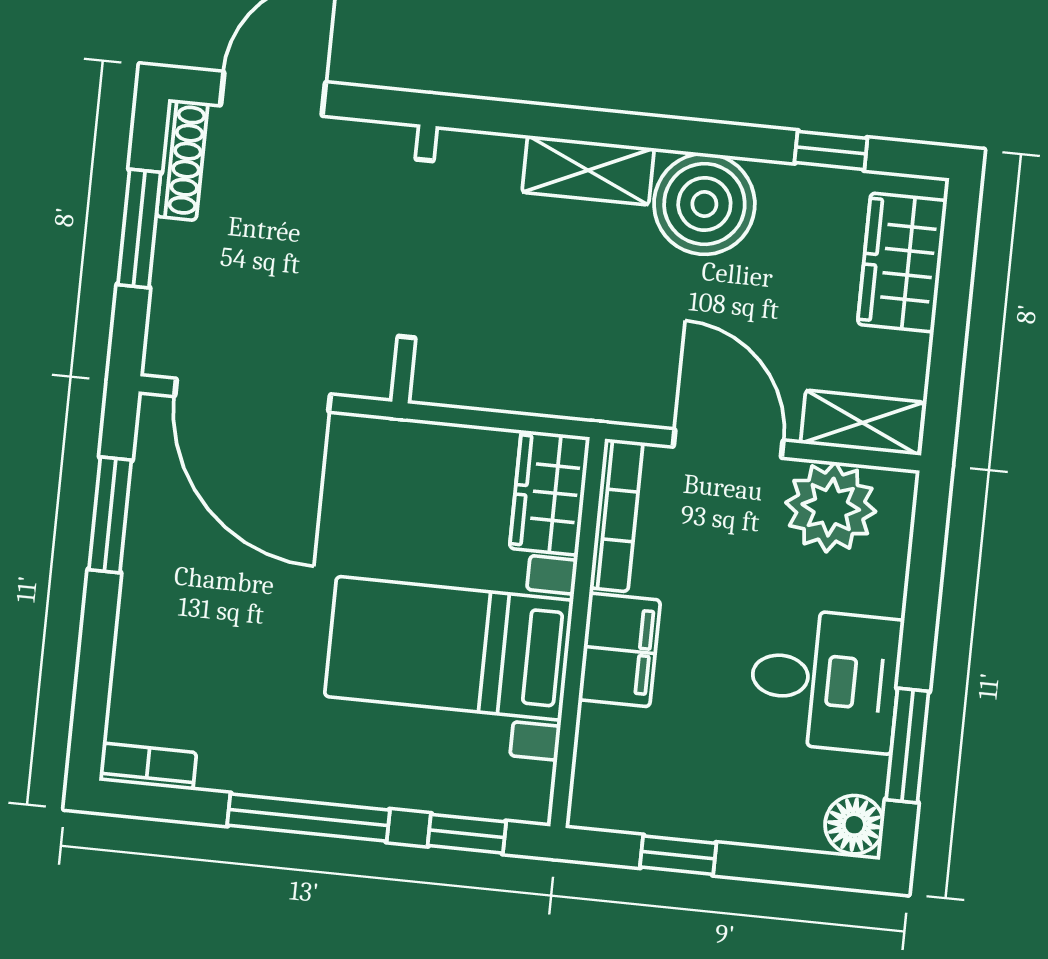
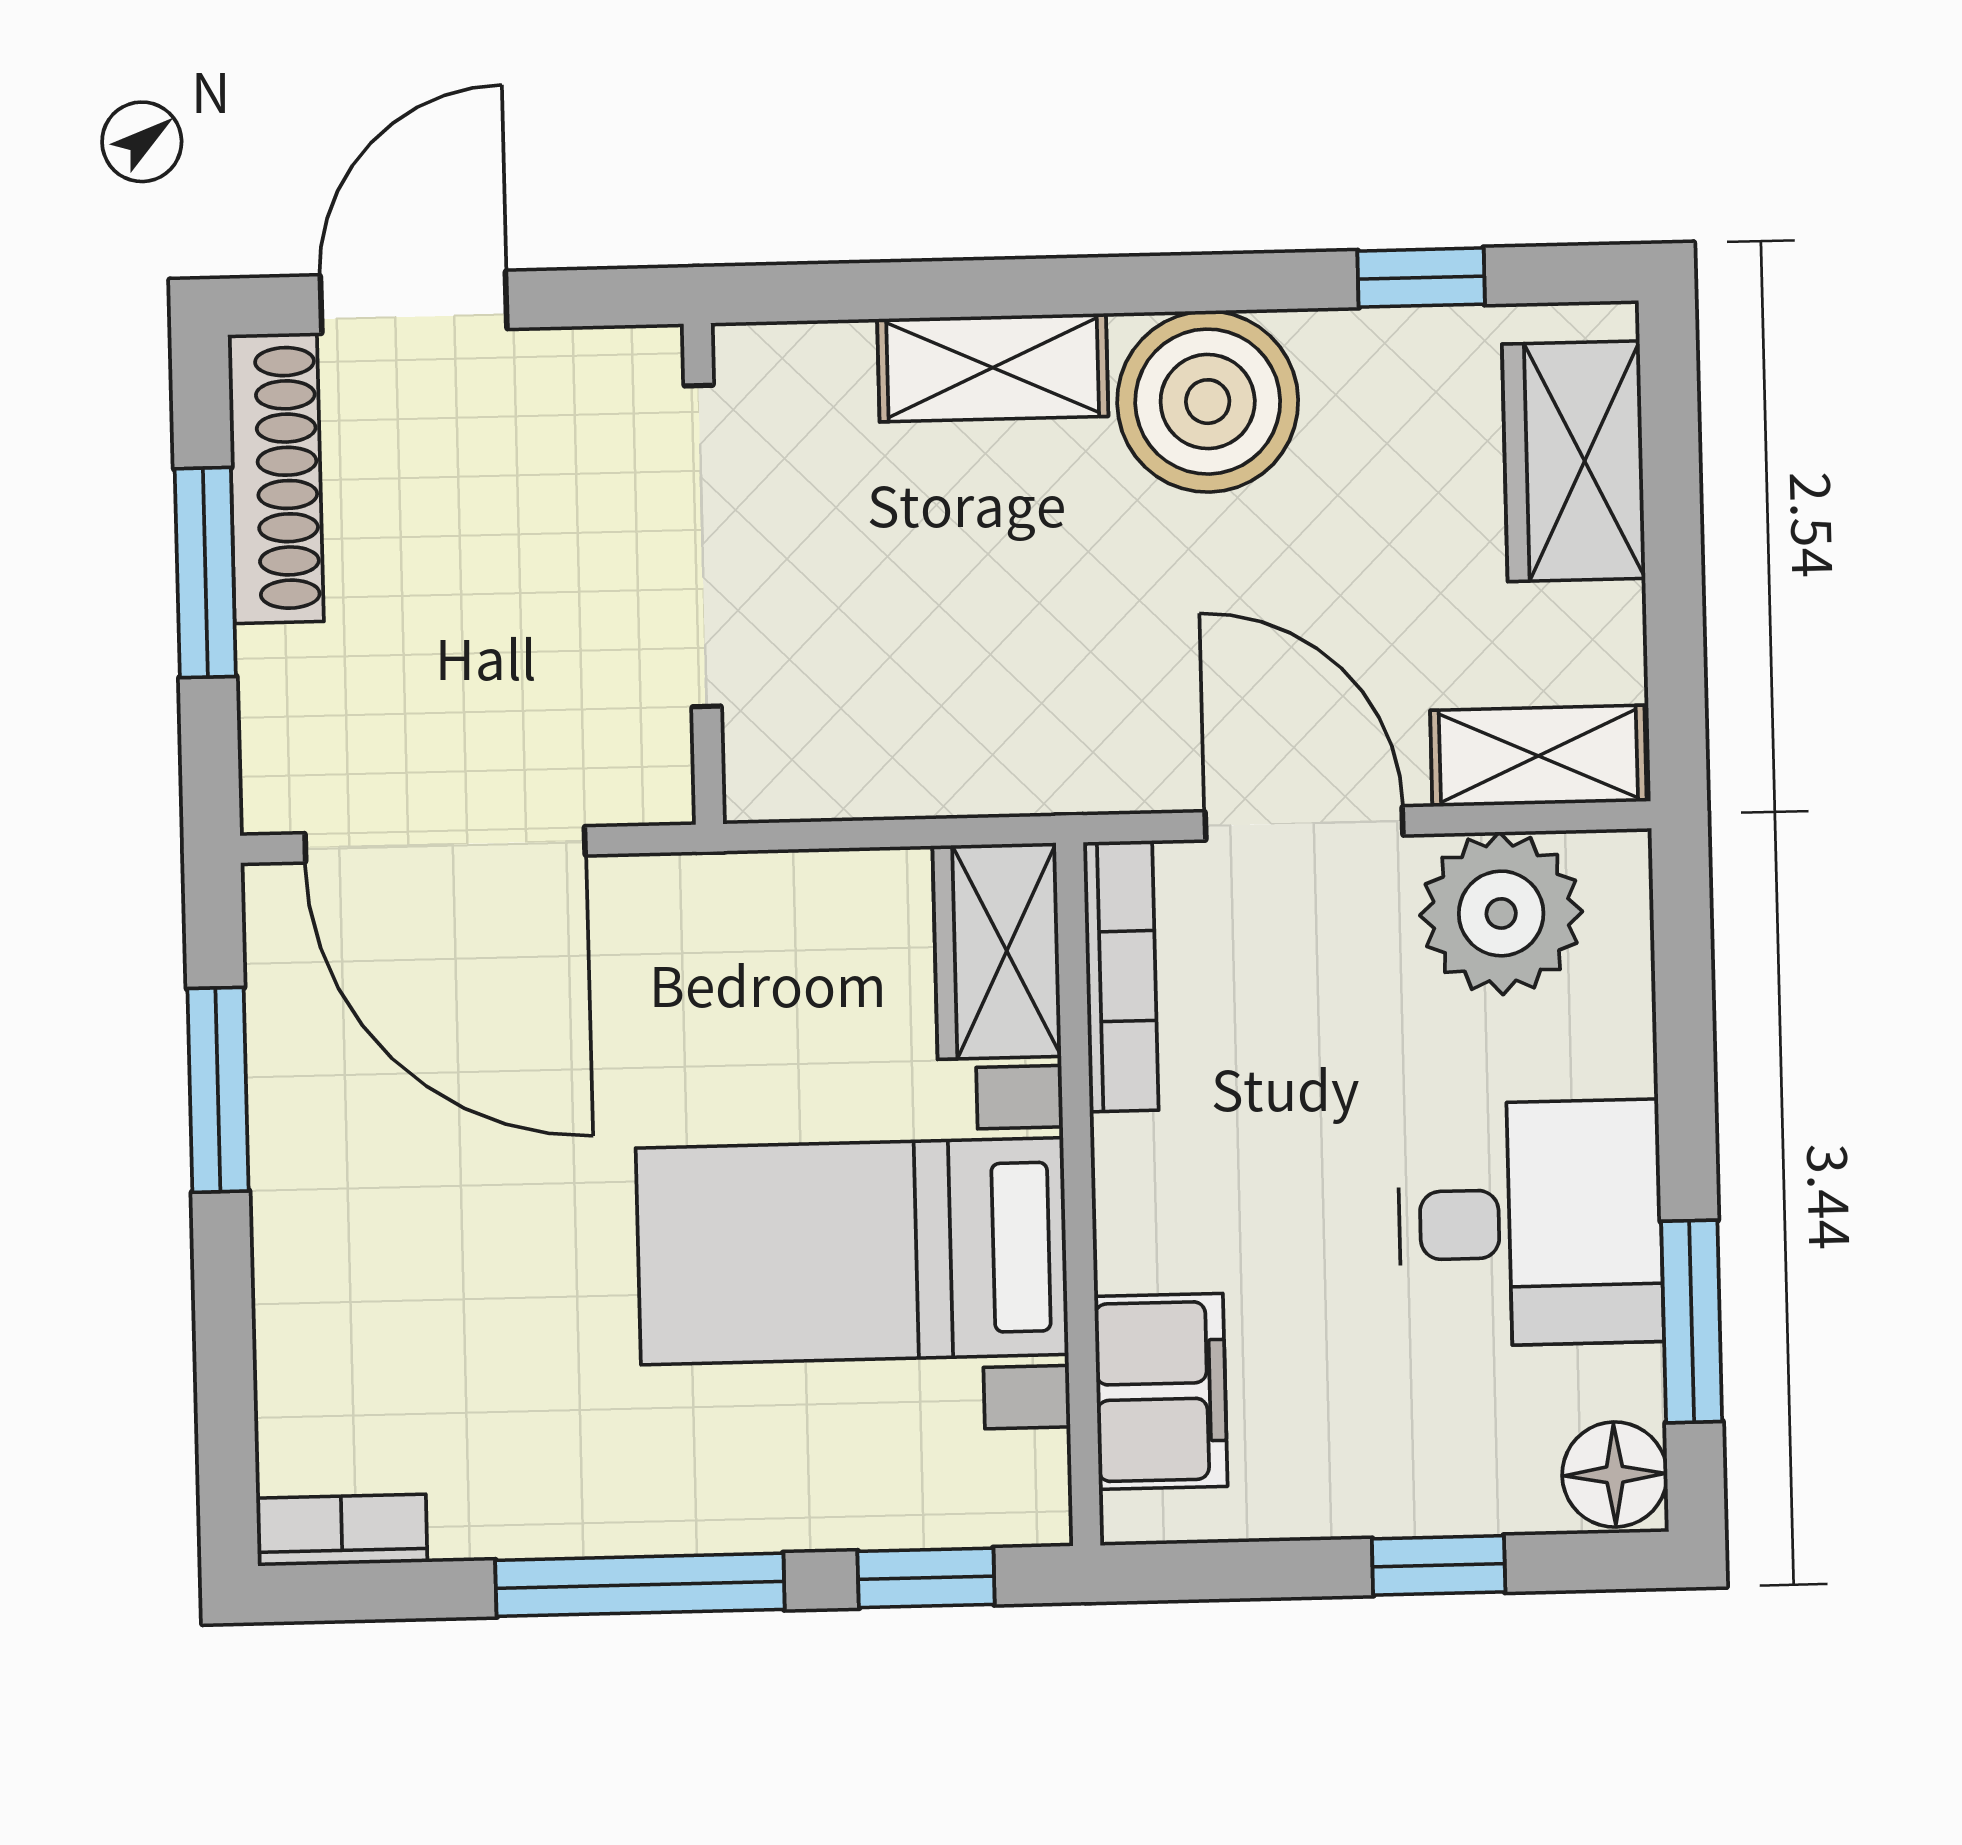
shoe rack: (182, 160) -> (276, 478), width x1.36, depth x1.24
filing cabinet: (619, 650) -> (1161, 1391), moved
window: (678, 855) -> (1439, 1565), moved

